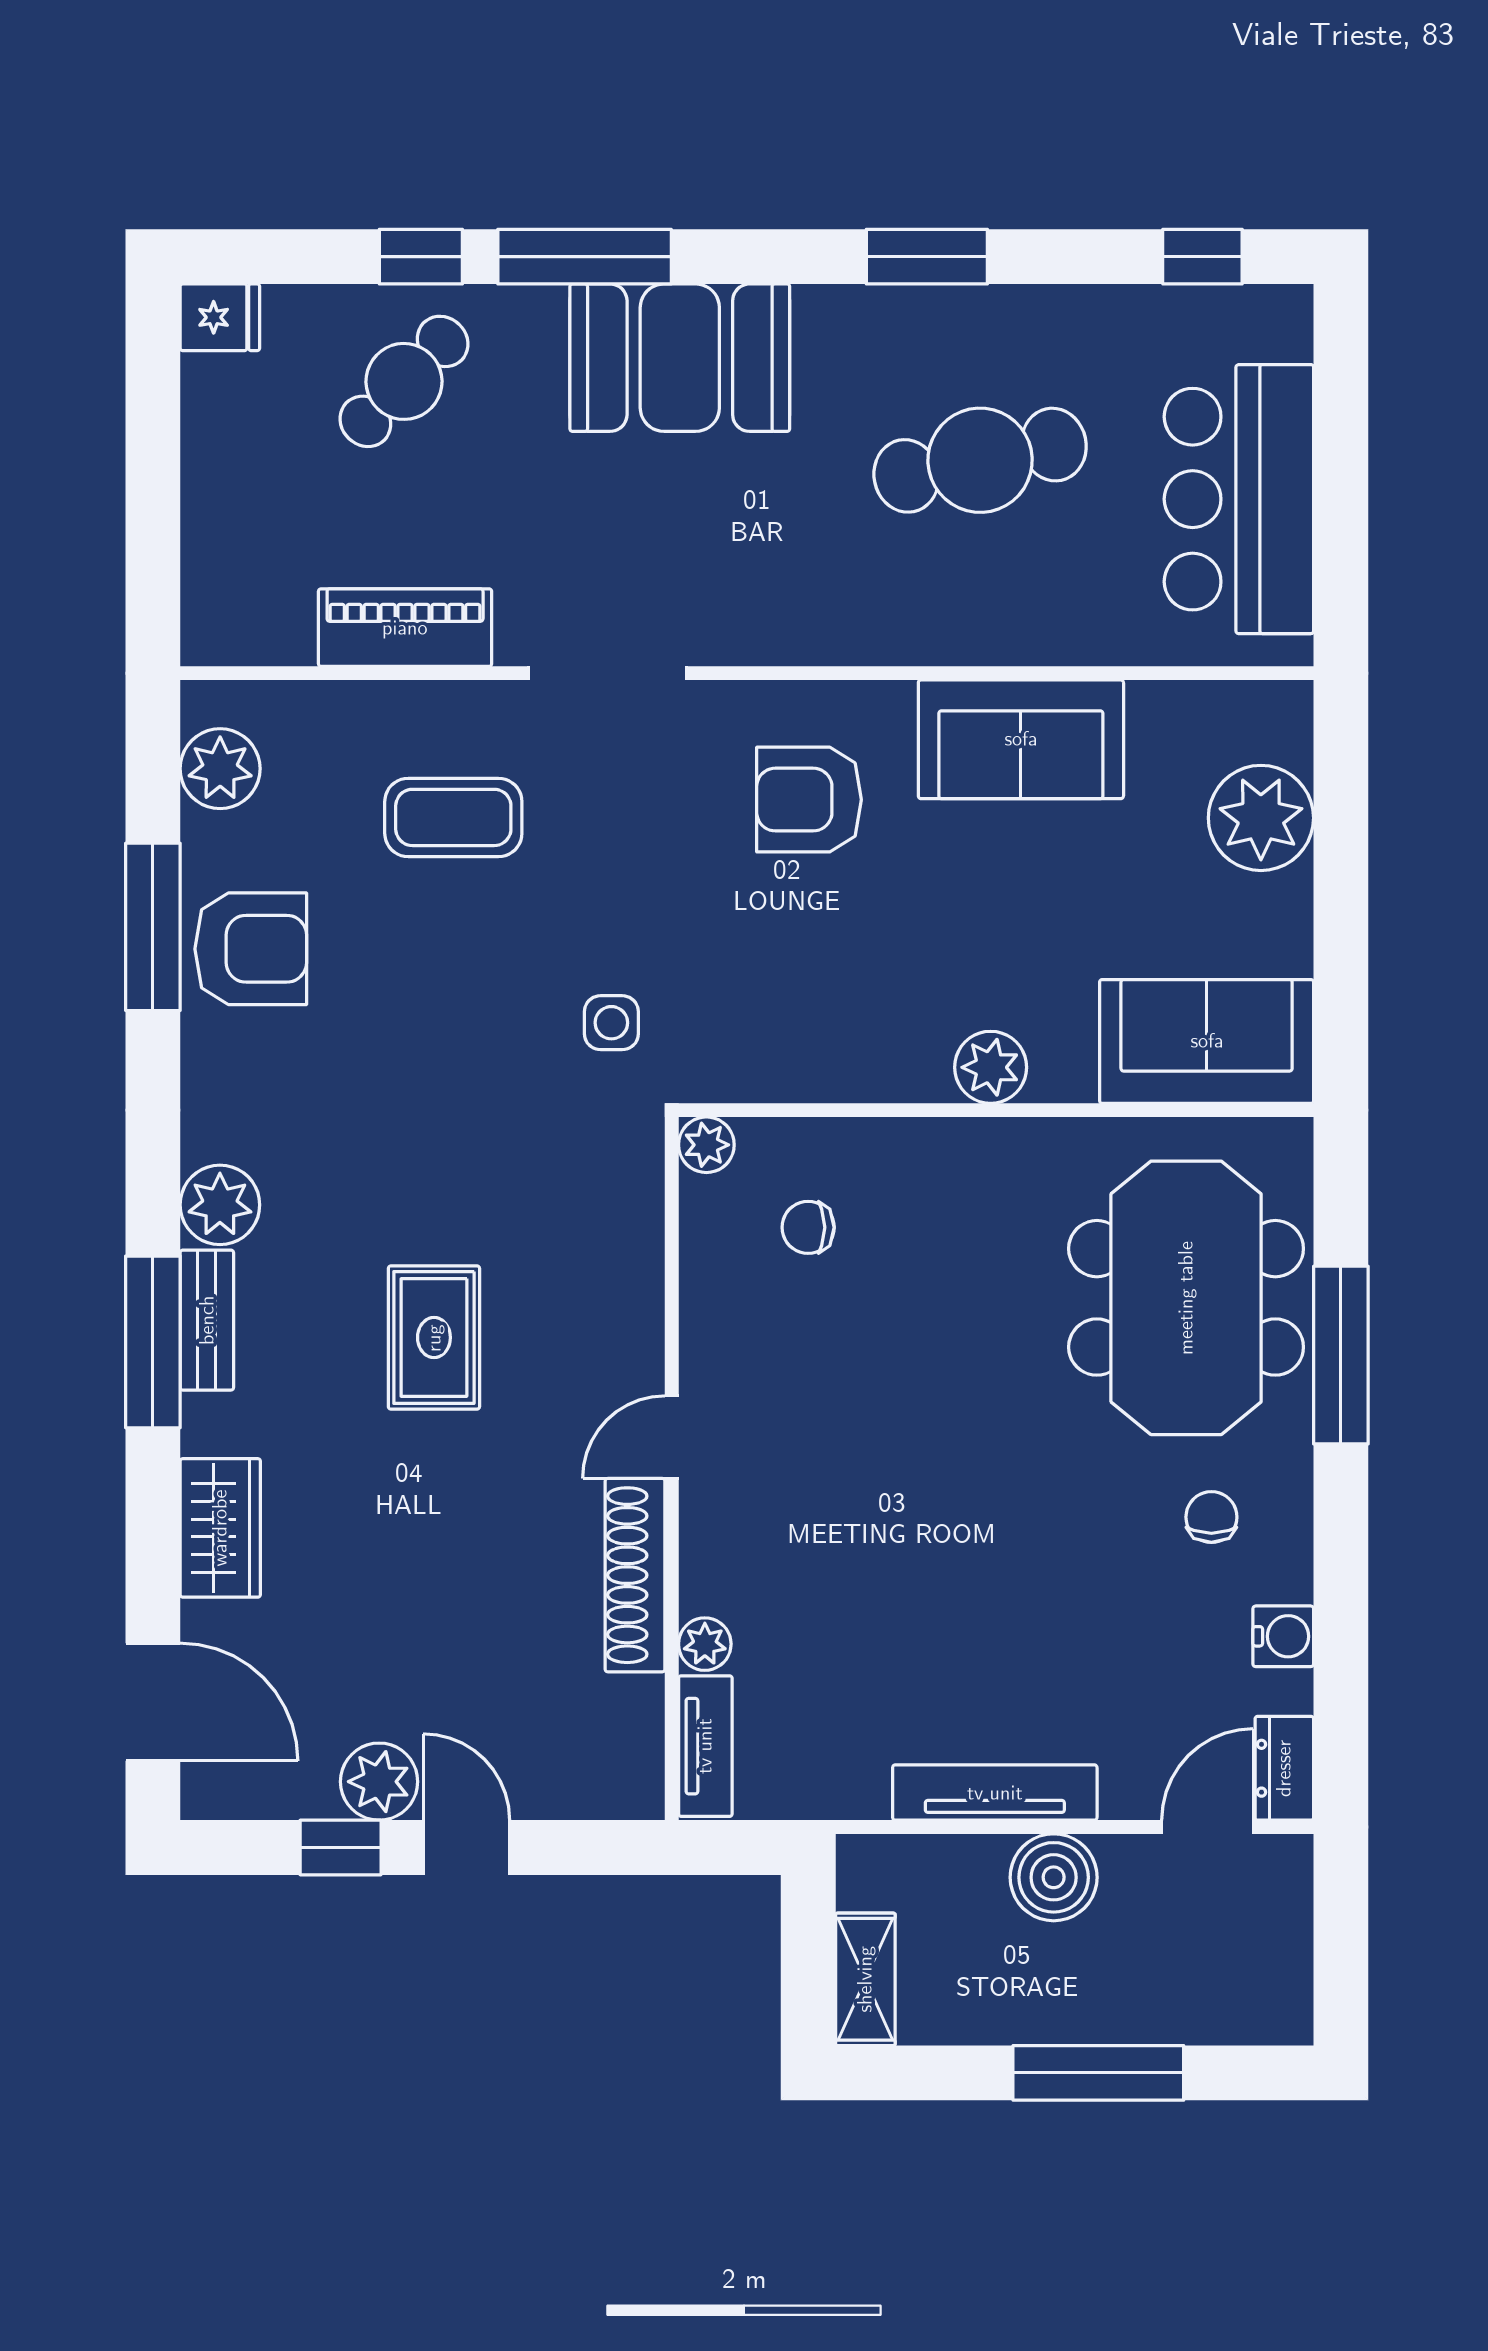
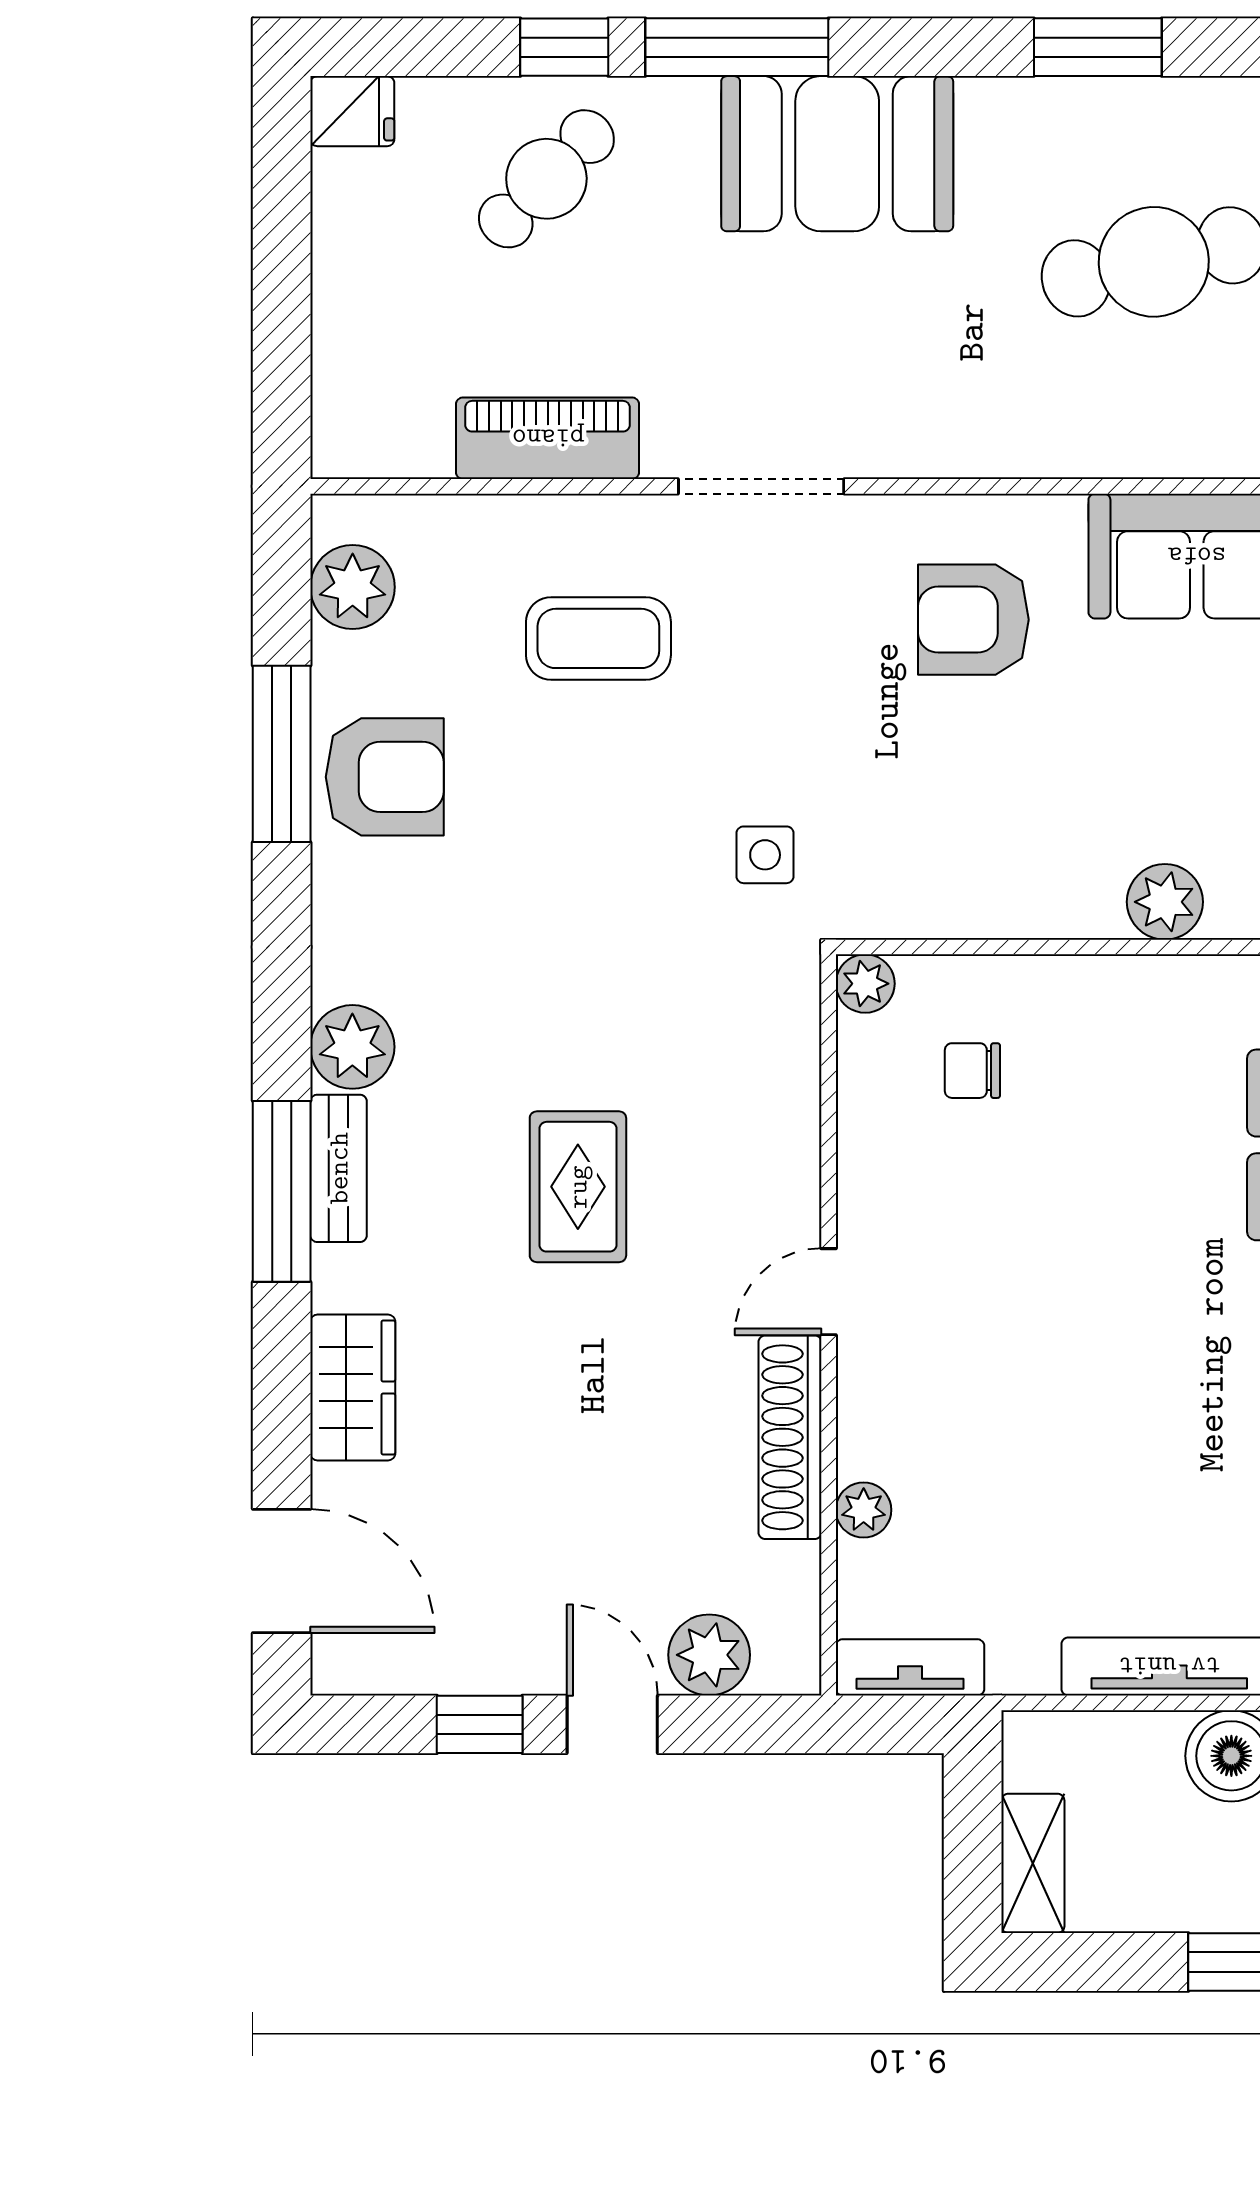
tv unit: (705, 1746) -> (910, 1667), moved, turned -90
plant: (379, 1782) -> (709, 1655), moved

